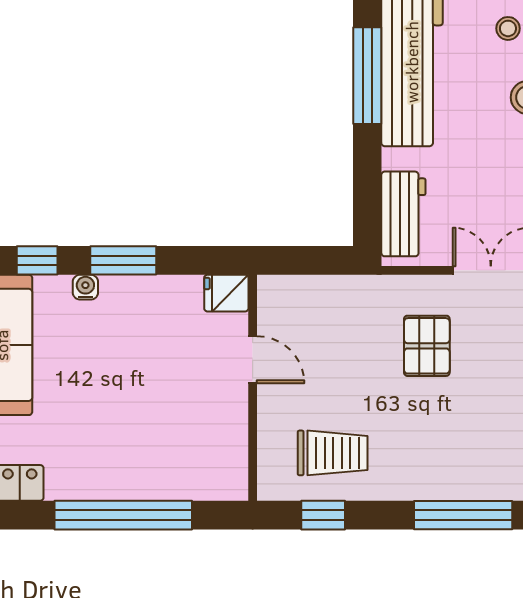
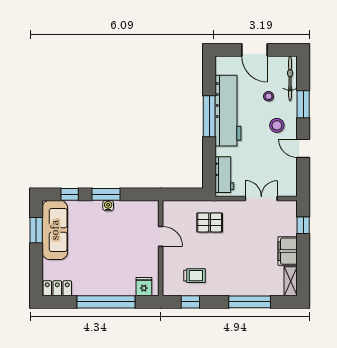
water cooler: (85, 287) -> (108, 206), moved
fridge: (226, 293) -> (144, 287), moved, turned 90
pallet: (427, 346) -> (210, 222), moved, turned 90
trolley: (333, 453) -> (194, 276), width x0.73, depth x0.72

